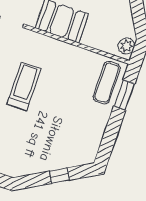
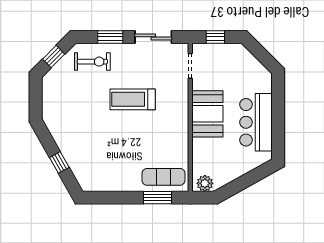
treadmill: (24, 86) -> (133, 99), turned 180

